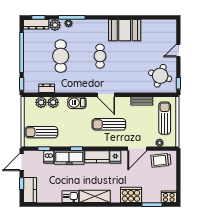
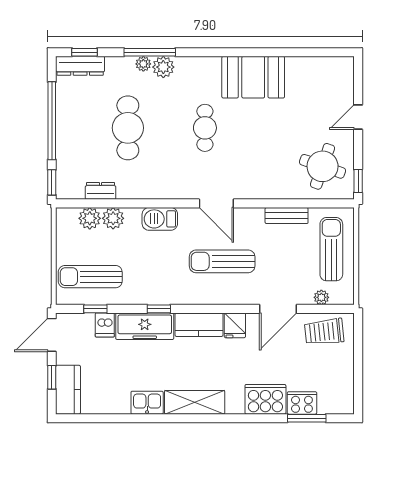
plant: (55, 25) -> (163, 67), moved
cooker: (169, 197) -> (302, 403), moved

